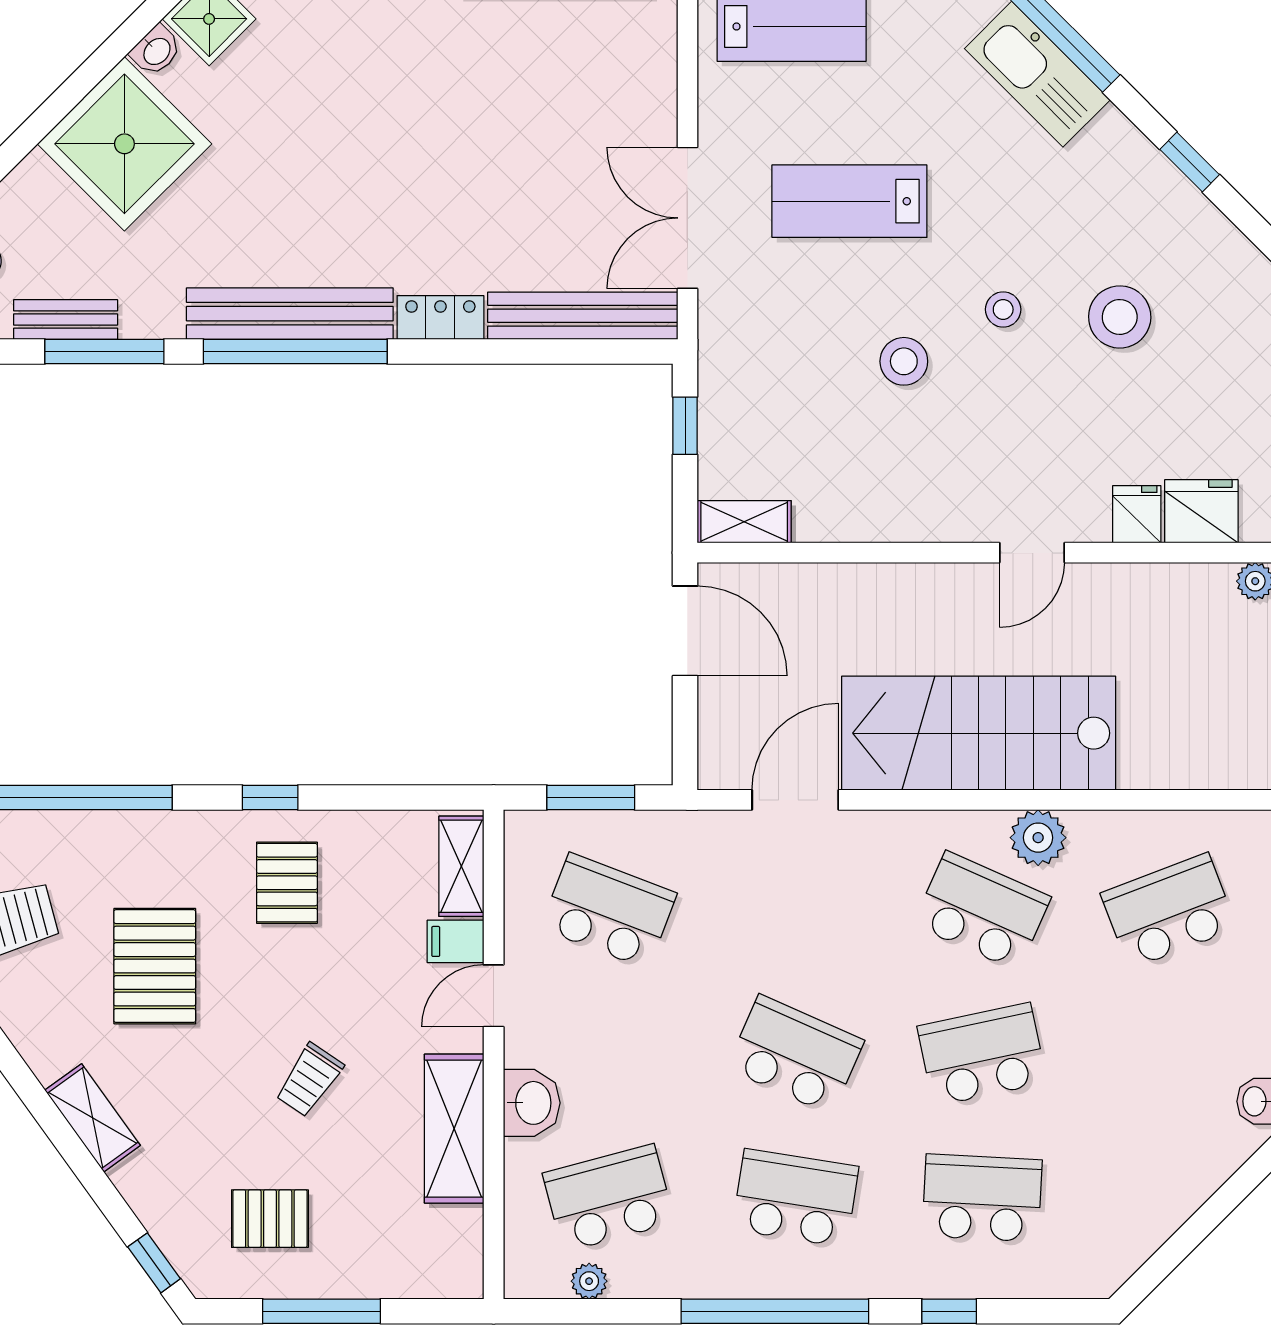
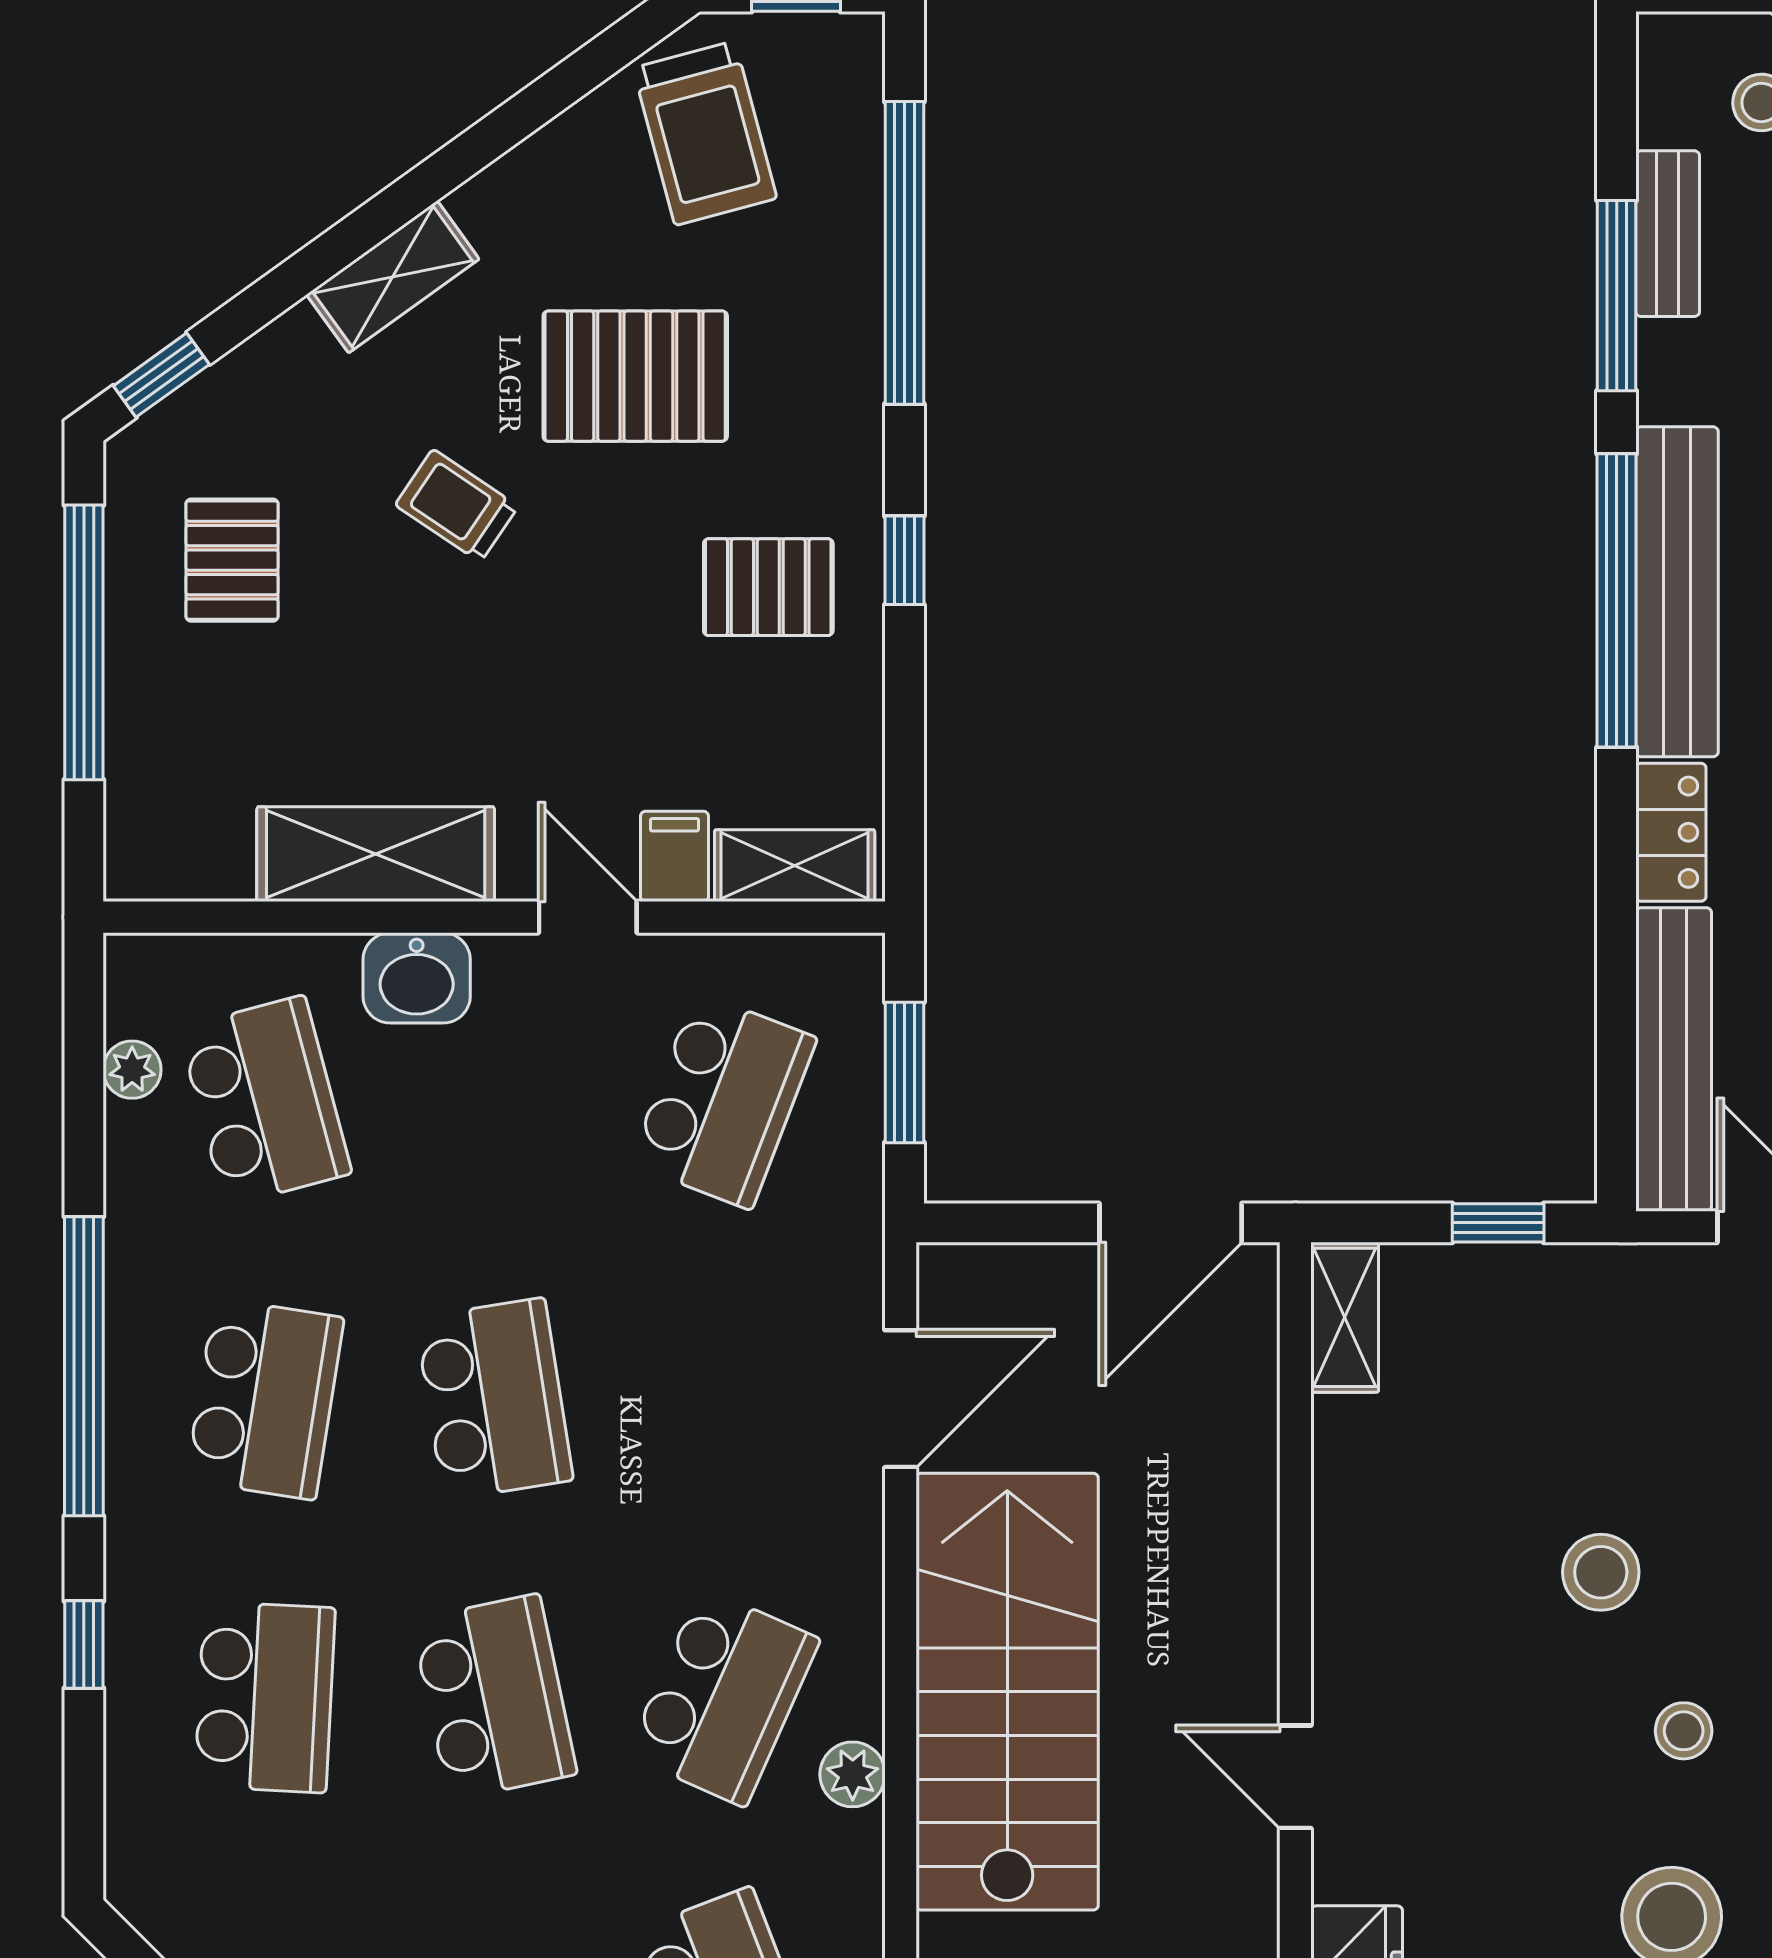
door: (795, 800) -> (901, 1399), hinge flipped
plant: (1038, 838) -> (853, 1774), width x0.73, depth x0.73
school desk: (795, 1054) -> (494, 1399), turned -33
trolley: (309, 1080) -> (457, 506), moved
window: (321, 1311) -> (84, 642), width x1.46

